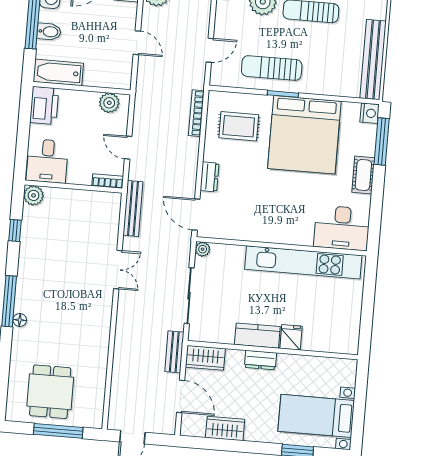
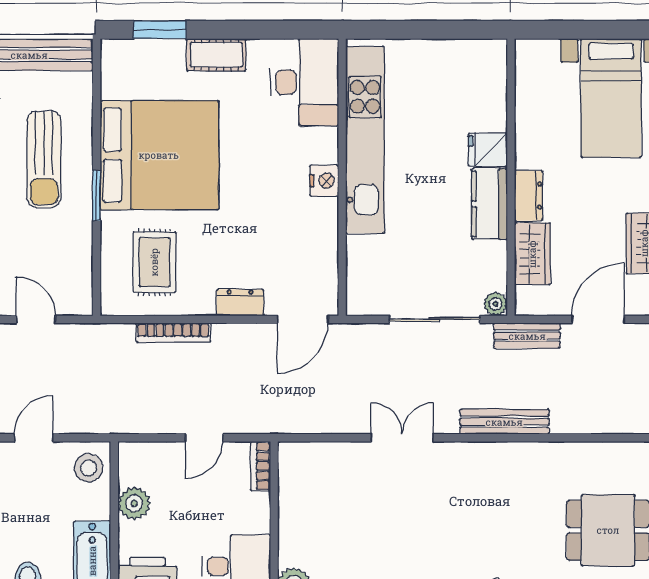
sun lounger: (272, 68) -> (44, 159), moved
stool: (116, 75) -> (89, 468), added
plant: (109, 103) -> (134, 503), moved
bookcase: (196, 113) -> (173, 332), moved
nightstand: (370, 113) -> (324, 181), moved, turned 90
window: (382, 142) -> (160, 30), width x0.69
bench: (133, 208) -> (504, 422), moved
plant: (203, 249) -> (495, 304), moved
wardrobe: (205, 358) -> (532, 254), moved

